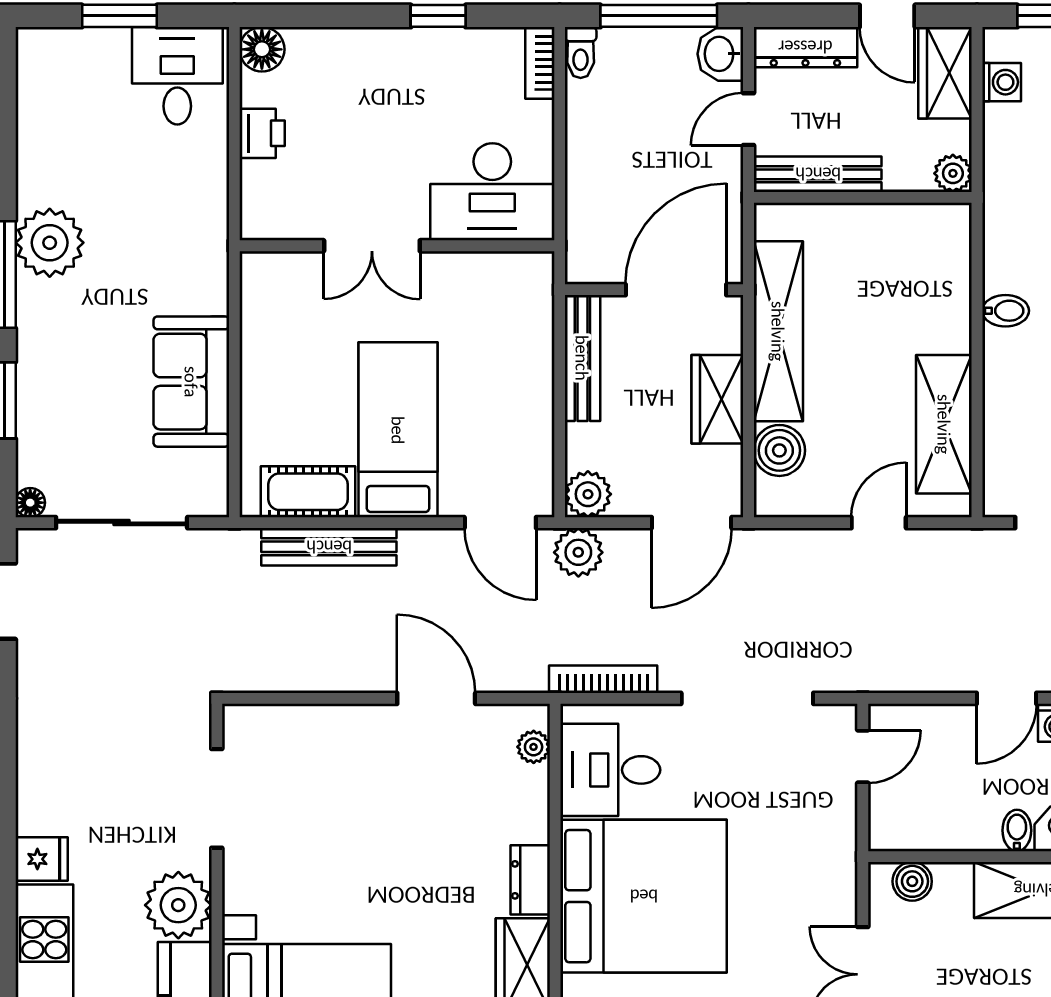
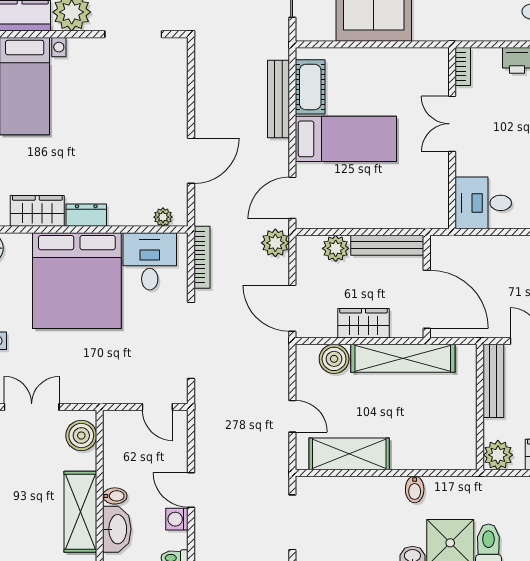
plant: (953, 173) -> (498, 455), width x1.38, depth x1.38
desk: (492, 192) -> (483, 203), width x0.73
bookcase: (273, 227) -> (463, 67), added
plant: (588, 494) -> (336, 248), moved
boiler: (912, 881) -> (81, 436), width x1.36, depth x1.36

